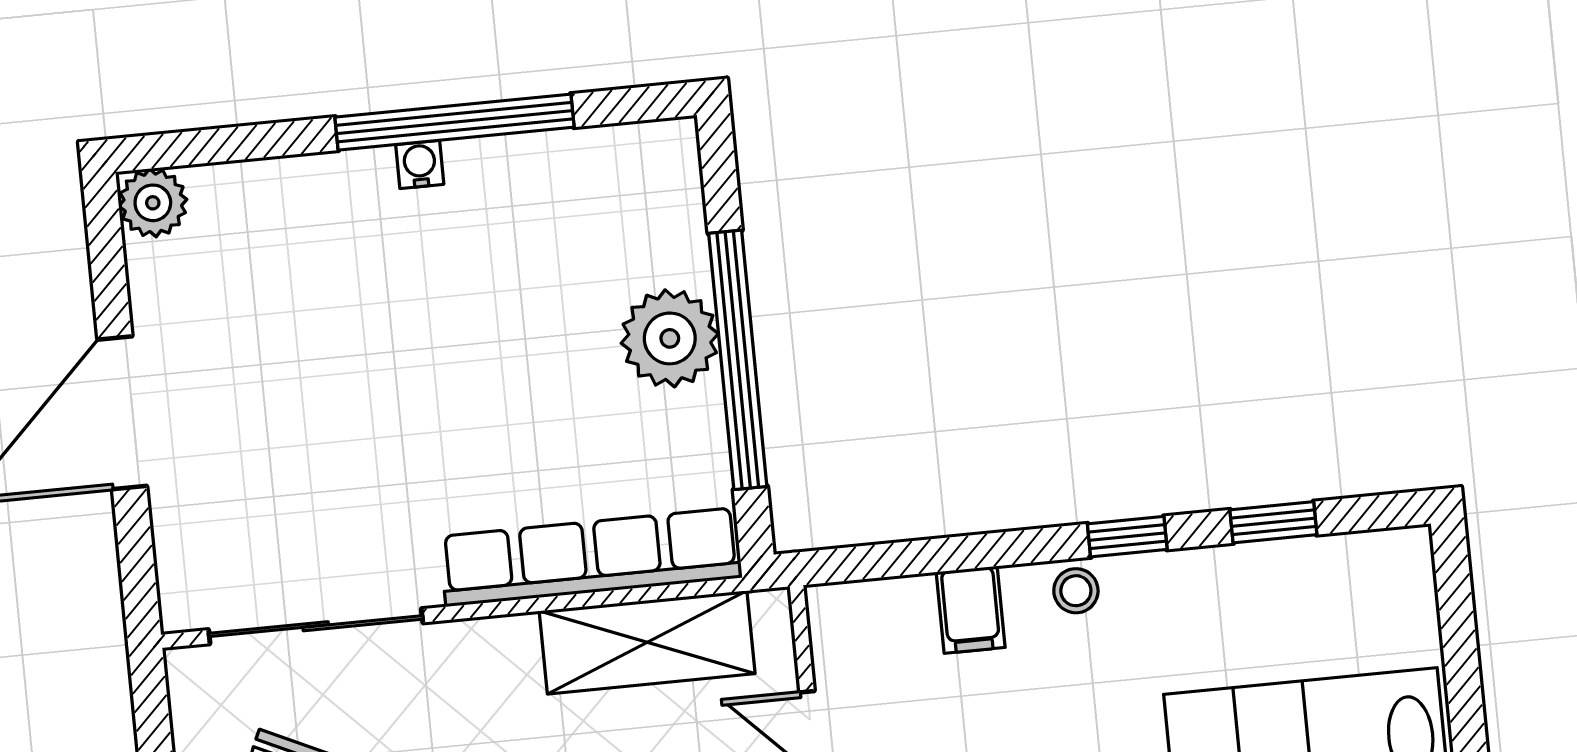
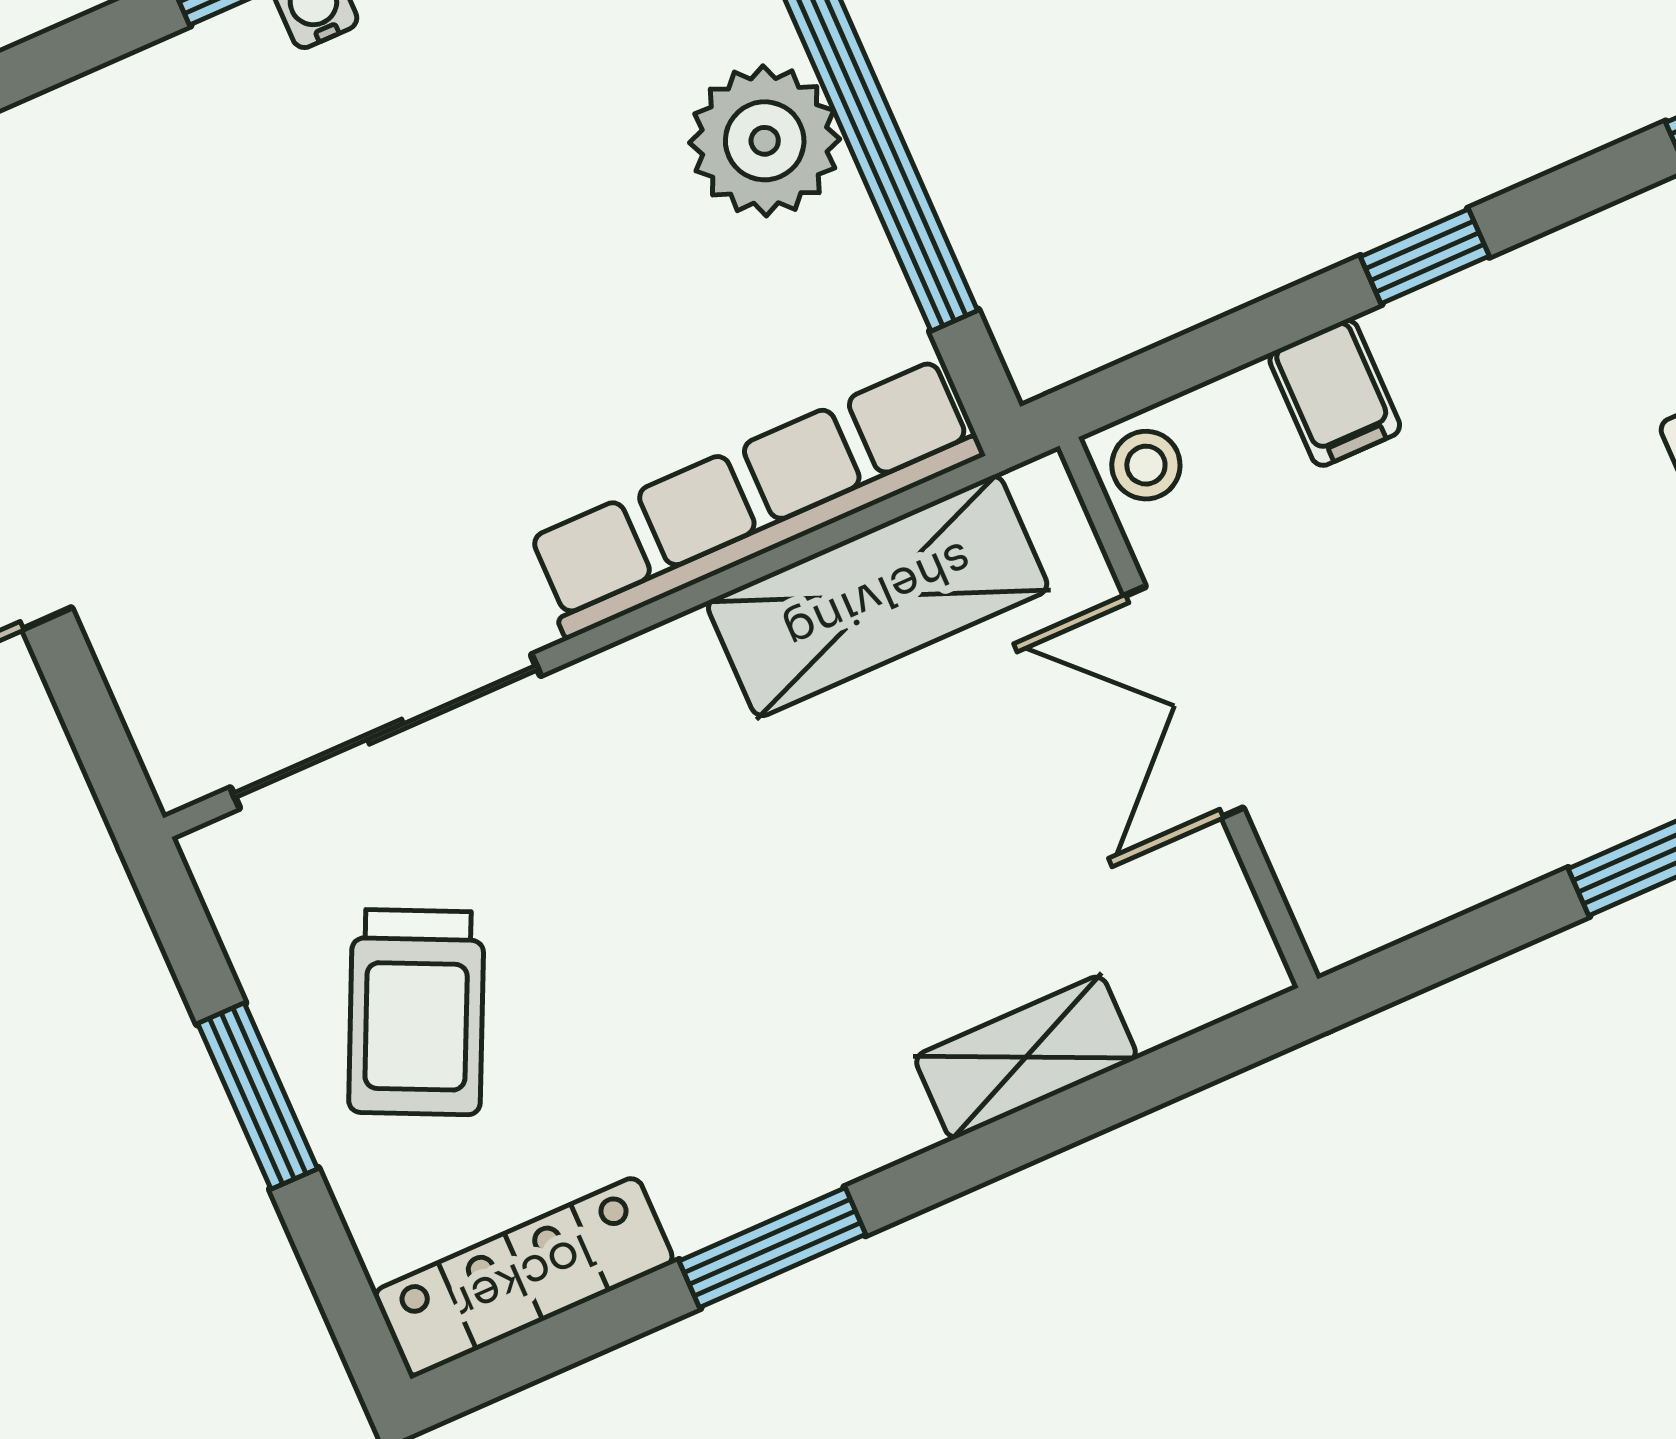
window: (1127, 537) -> (1425, 256), moved
stool: (1076, 591) -> (1146, 465), moved

